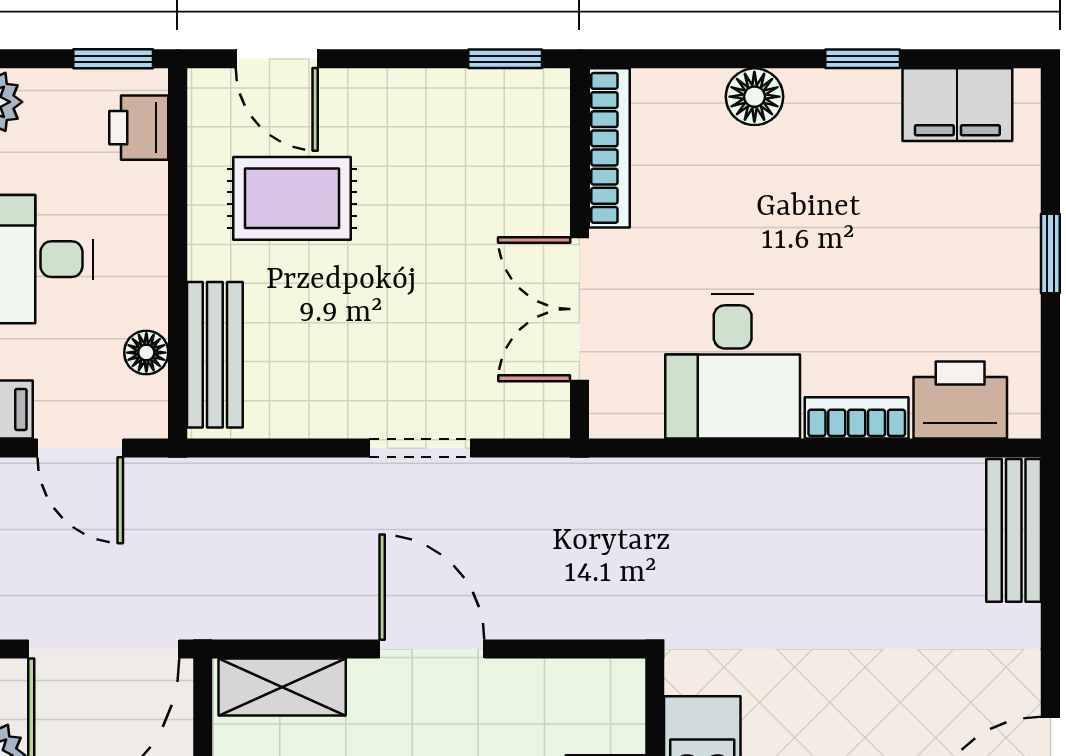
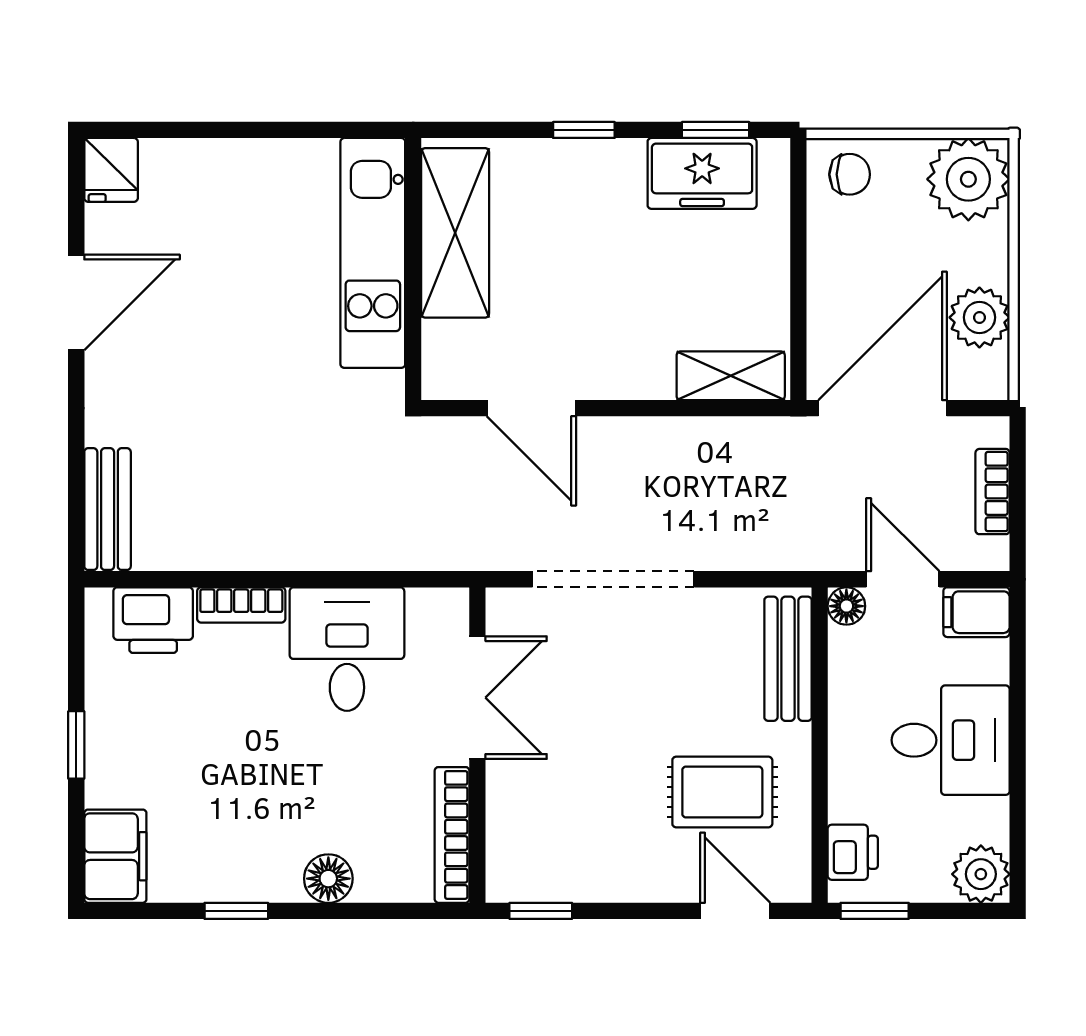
filing cabinet: (957, 105) -> (115, 856), moved, turned 90
floor lamp: (146, 353) -> (846, 606), moved
doorway: (420, 448) -> (613, 579), width x1.88
door: (432, 649) -> (531, 408), moved

